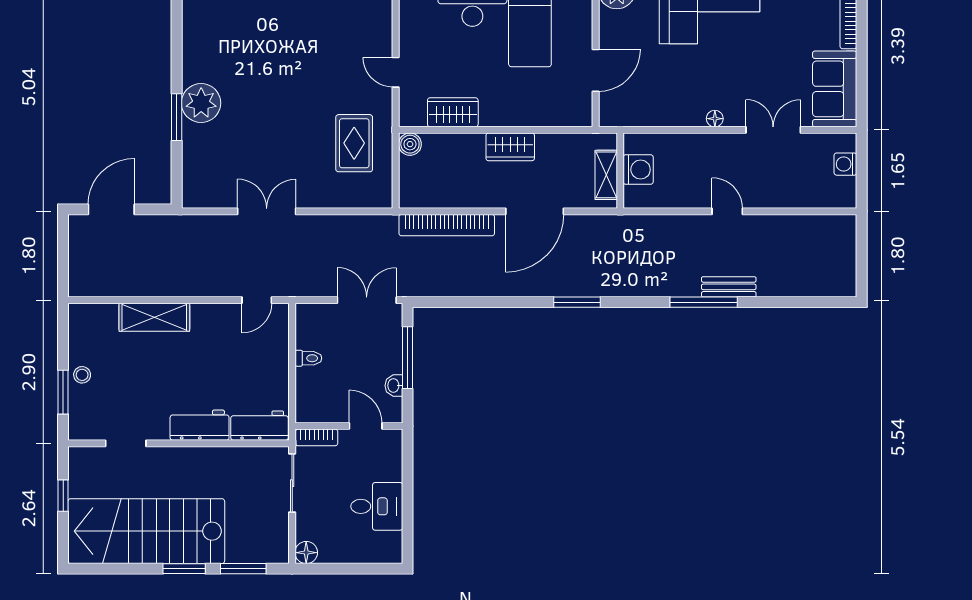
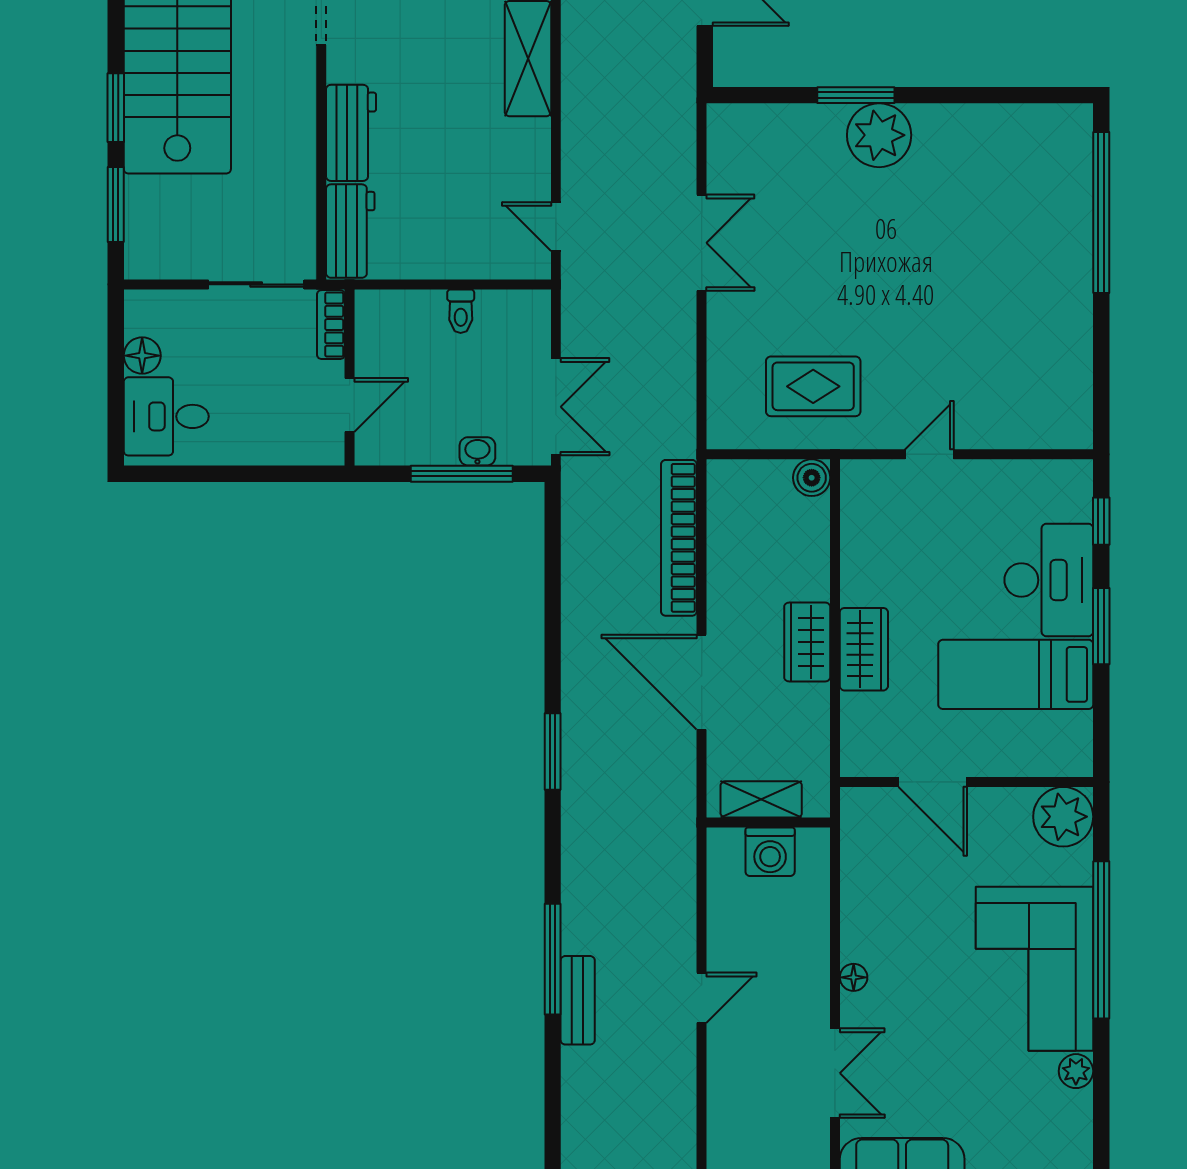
wardrobe: (453, 112) -> (864, 649), moved
washbasin: (394, 386) -> (477, 451), moved
desk: (377, 506) -> (166, 416), moved, turned 90
floor lamp: (306, 553) -> (142, 356), moved

